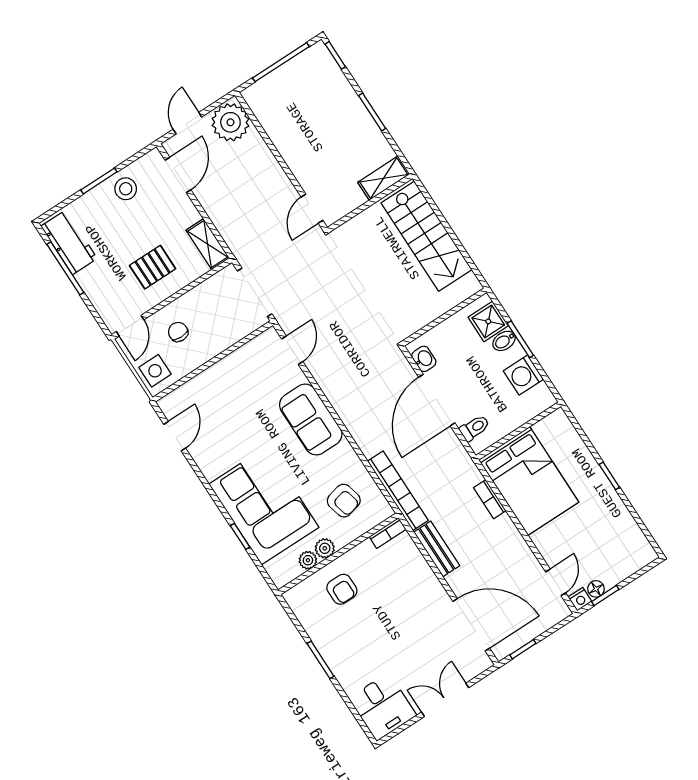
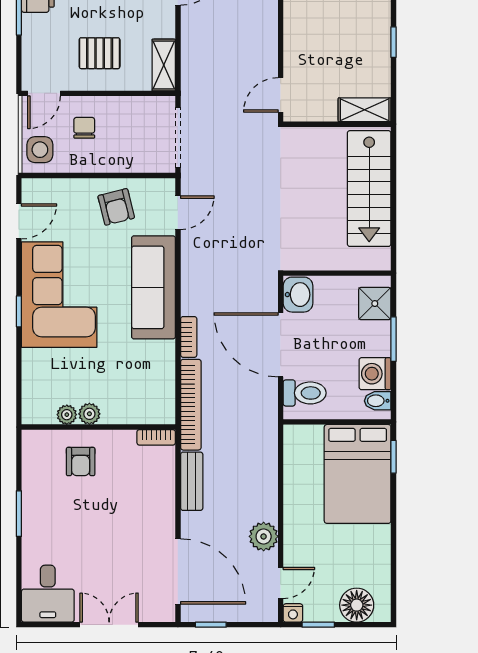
window: (372, 112) -> (394, 42), width x0.67
bidet: (504, 341) -> (378, 401), moved
washbasin: (424, 359) -> (298, 295), width x1.38, depth x1.45
door: (437, 400) -> (281, 345), hinge flipped
sofa: (311, 420) -> (153, 287), width x1.36
toilet: (475, 428) -> (305, 393), width x1.37, depth x1.39
window: (609, 476) -> (394, 457), moved
bed: (529, 481) -> (358, 474), moved
bookcase: (490, 499) -> (189, 337), moved, turned 180
armchair: (344, 501) -> (116, 207), moved
corner sofa: (264, 506) -> (59, 295), moved
window: (240, 536) -> (19, 311), moved
plant: (519, 555) -> (264, 536), added
floor lamp: (596, 589) -> (357, 605), moved, width x1.89, depth x1.89

